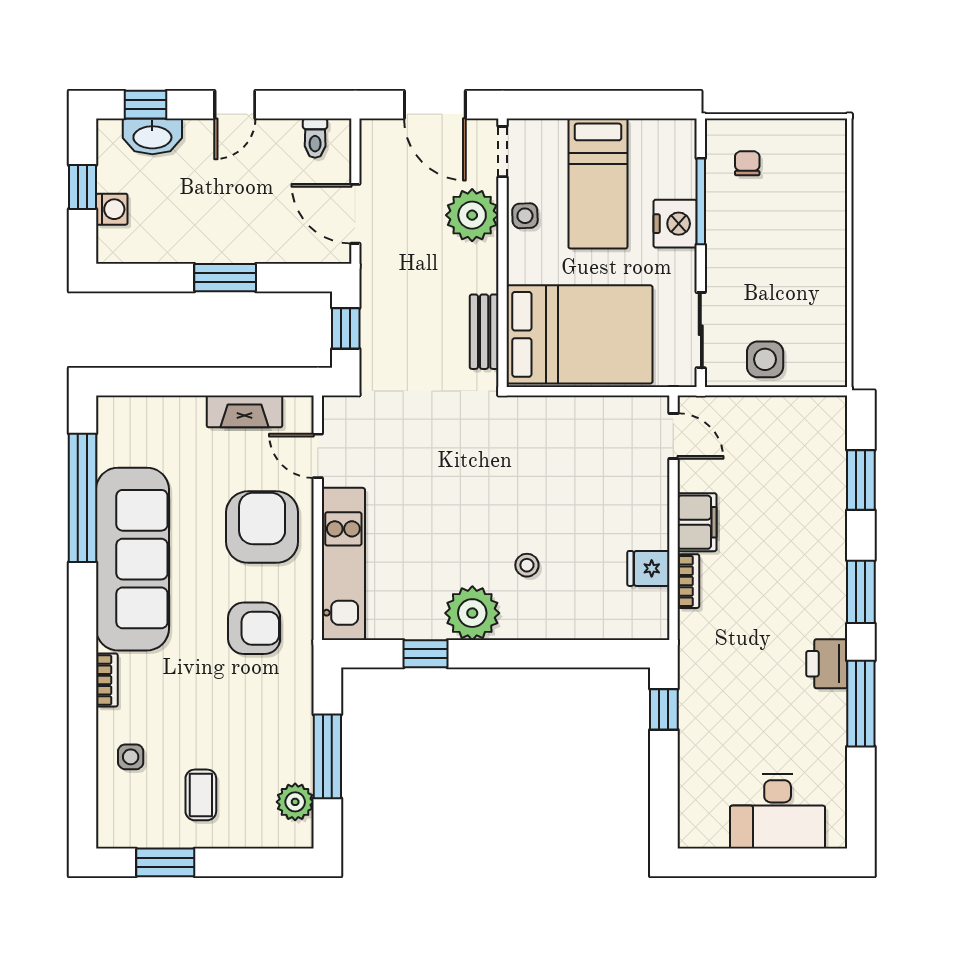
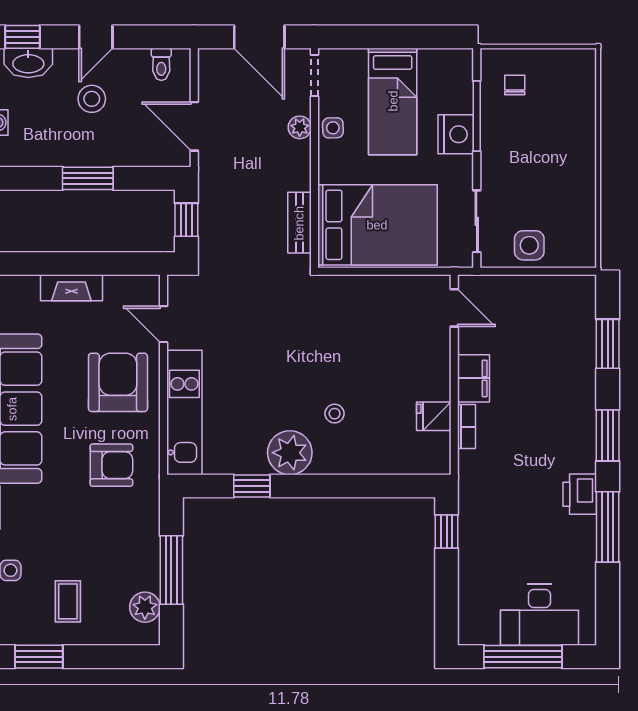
stool: (230, 180) -> (92, 99), added
plant: (472, 215) -> (300, 127), width x0.53, depth x0.53
fireplace: (244, 411) -> (71, 288), moved
window: (757, 862) -> (523, 657), added

